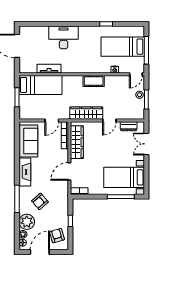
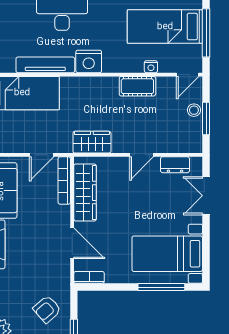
nightstand: (79, 67) -> (89, 61), added
tv unit: (49, 69) -> (45, 65), width x1.41
cot: (94, 81) -> (137, 86), moved
wardrobe: (86, 113) -> (92, 142), width x0.67
door: (69, 171) -> (72, 243), swing flipped
armchair: (40, 201) -> (47, 309), moved

